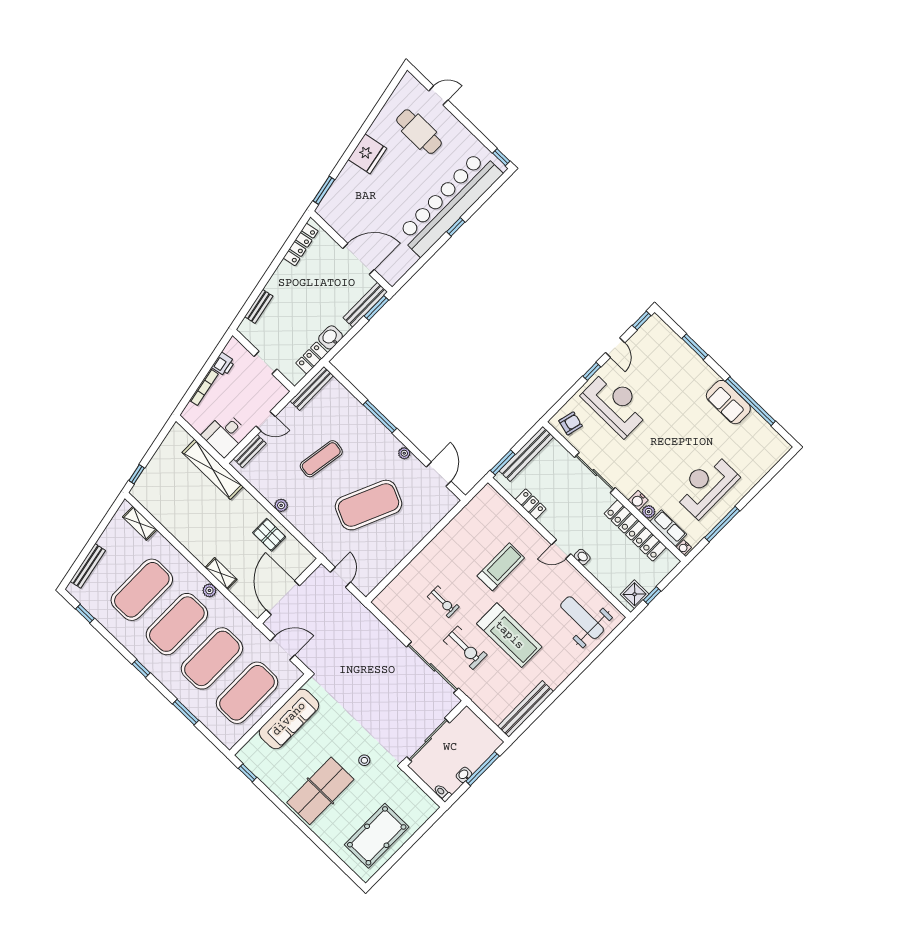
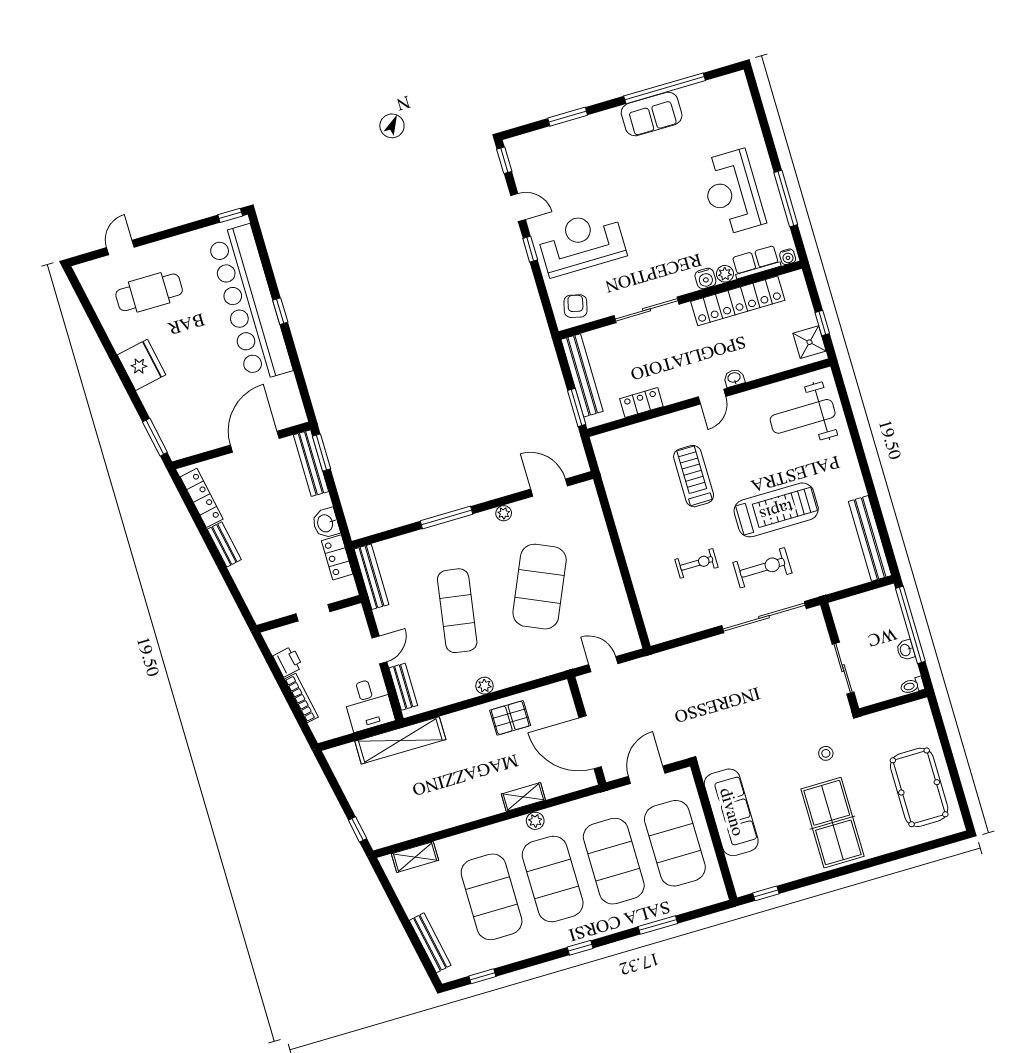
bench: (259, 306) -> (224, 544), moved
exercise mat: (321, 459) -> (457, 611), width x1.36, depth x1.45
sliding door: (428, 740) -> (843, 668), width x0.73
window: (483, 769) -> (910, 625), width x1.46

